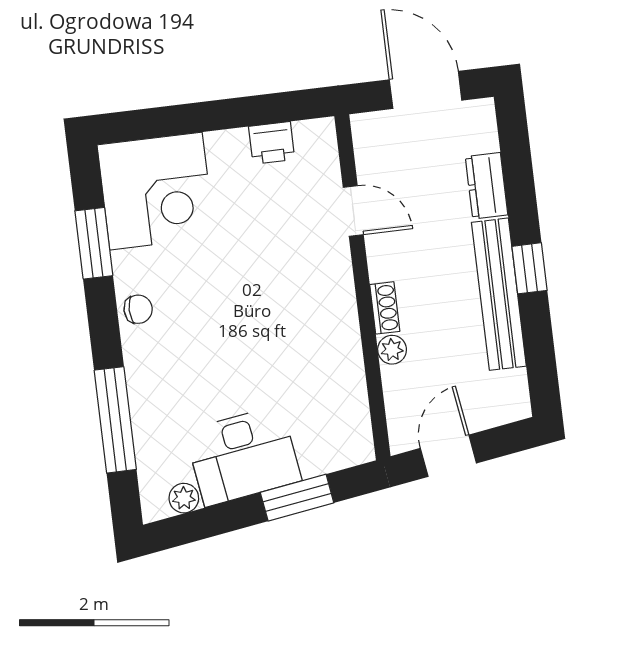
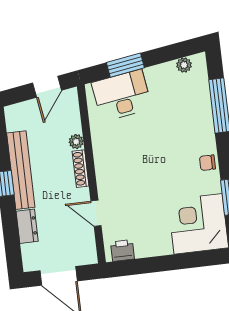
printer: (272, 143) -> (122, 250), moved
shoe rack: (385, 308) -> (81, 169), width x1.43
desk: (243, 456) -> (122, 96), moved

